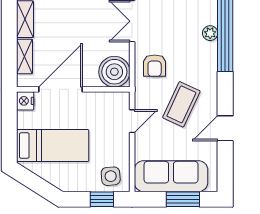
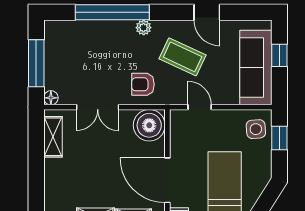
plant: (210, 33) -> (144, 28), moved
armchair: (155, 66) -> (143, 84), turned 180
window: (183, 199) -> (279, 55), width x0.67

